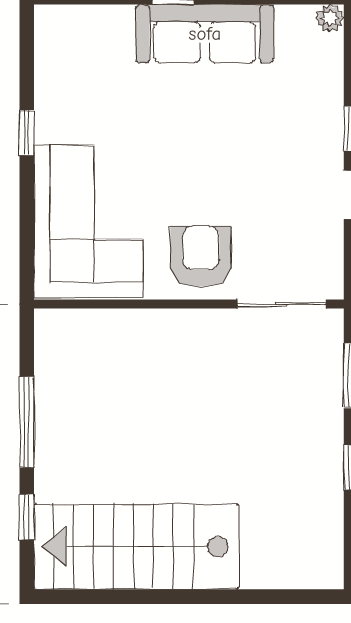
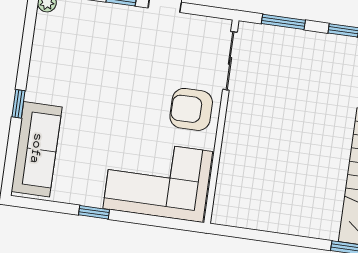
sofa: (205, 34) -> (37, 149), moved
window: (27, 422) -> (284, 239), removed

